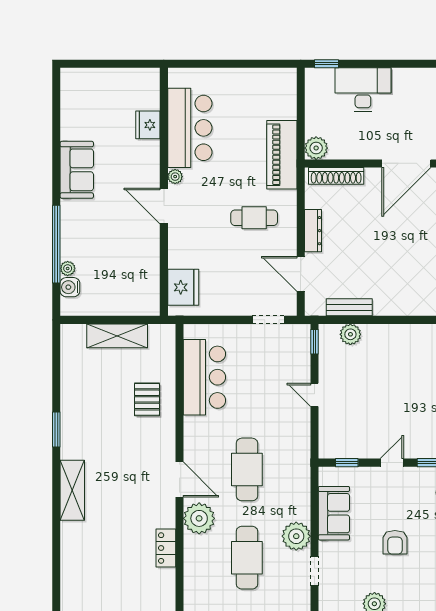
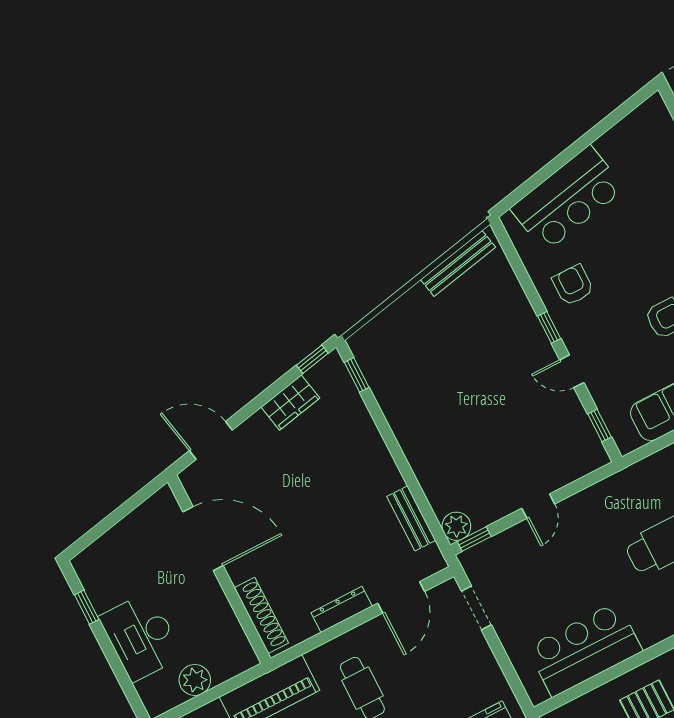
window: (326, 64) -> (87, 607), moved
plant: (316, 148) -> (195, 680), moved
plant: (350, 334) -> (456, 526), moved

